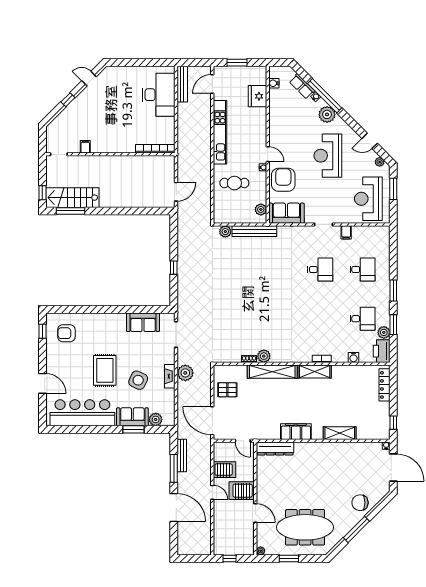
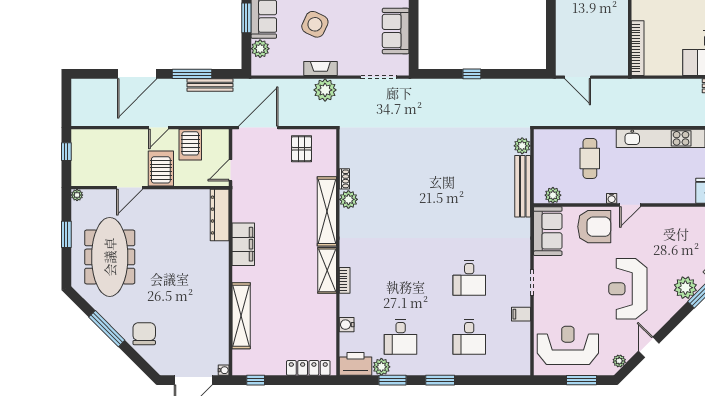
reception desk: (328, 156) -> (628, 289), turned -90
shelving: (340, 433) -> (241, 316), width x1.47

